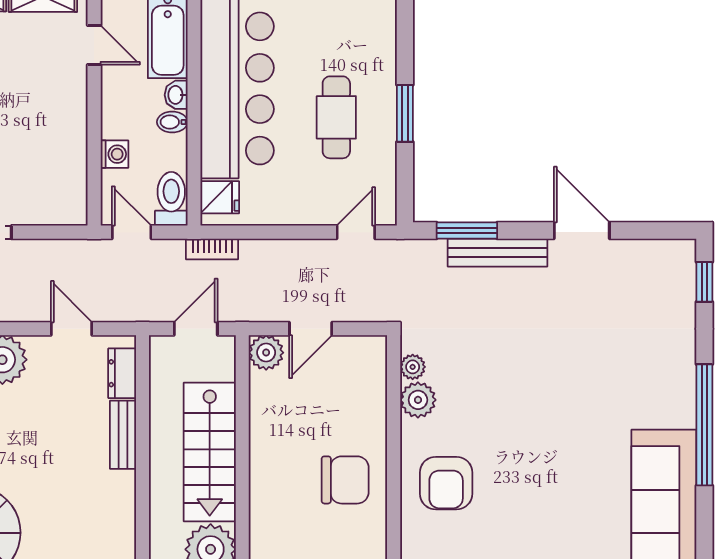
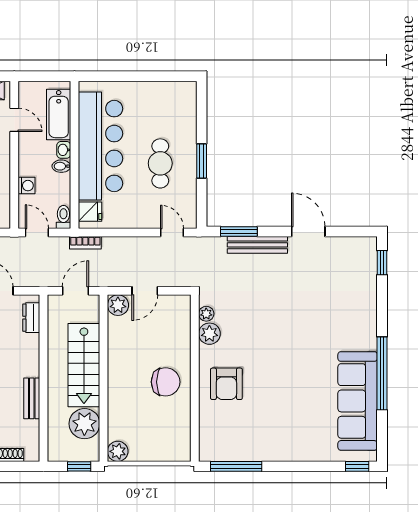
toilet: (171, 199) -> (63, 217), width x0.73, depth x0.72
door: (356, 232) -> (172, 233), hinge flipped
window: (704, 425) -> (382, 373), moved
bench: (123, 435) -> (32, 398), moved

